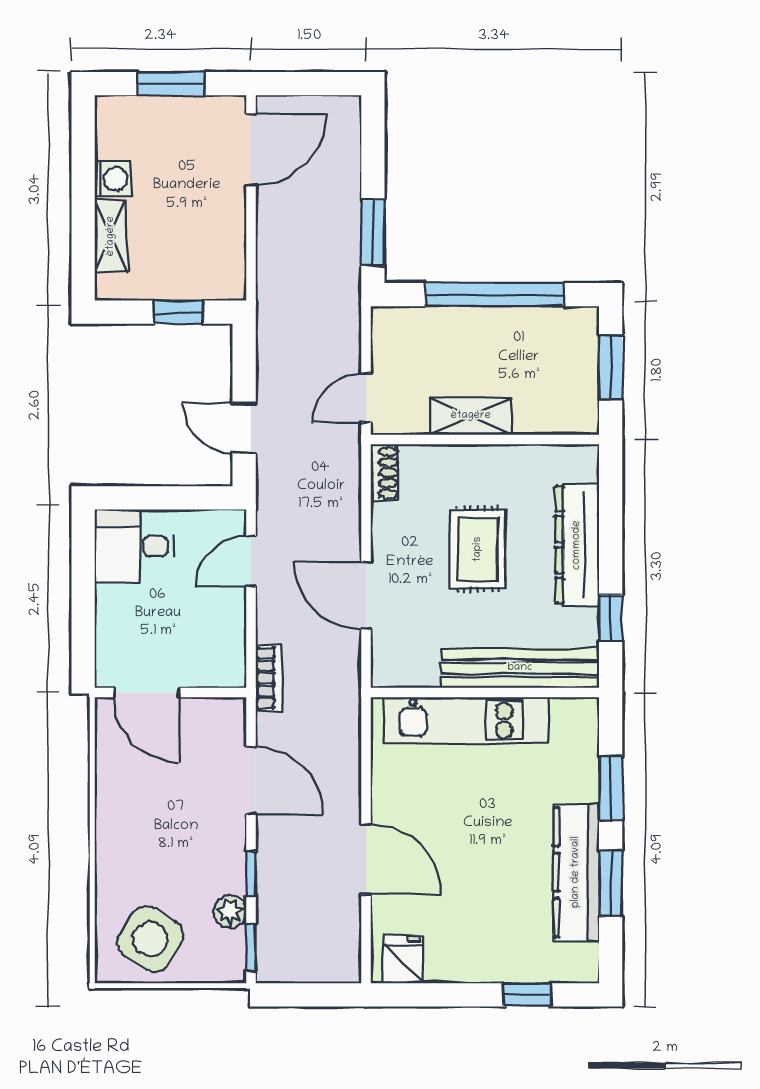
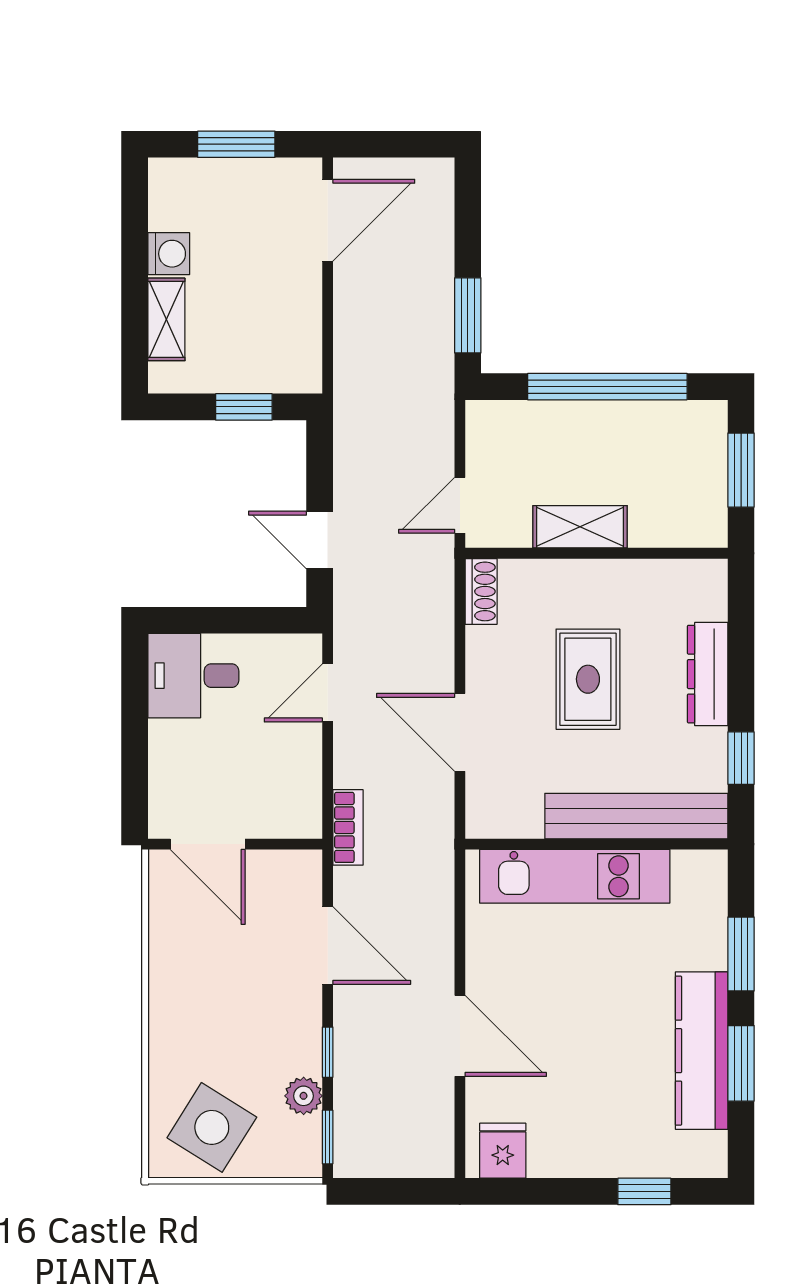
dresser: (577, 545) -> (708, 674), width x0.73, depth x0.80

